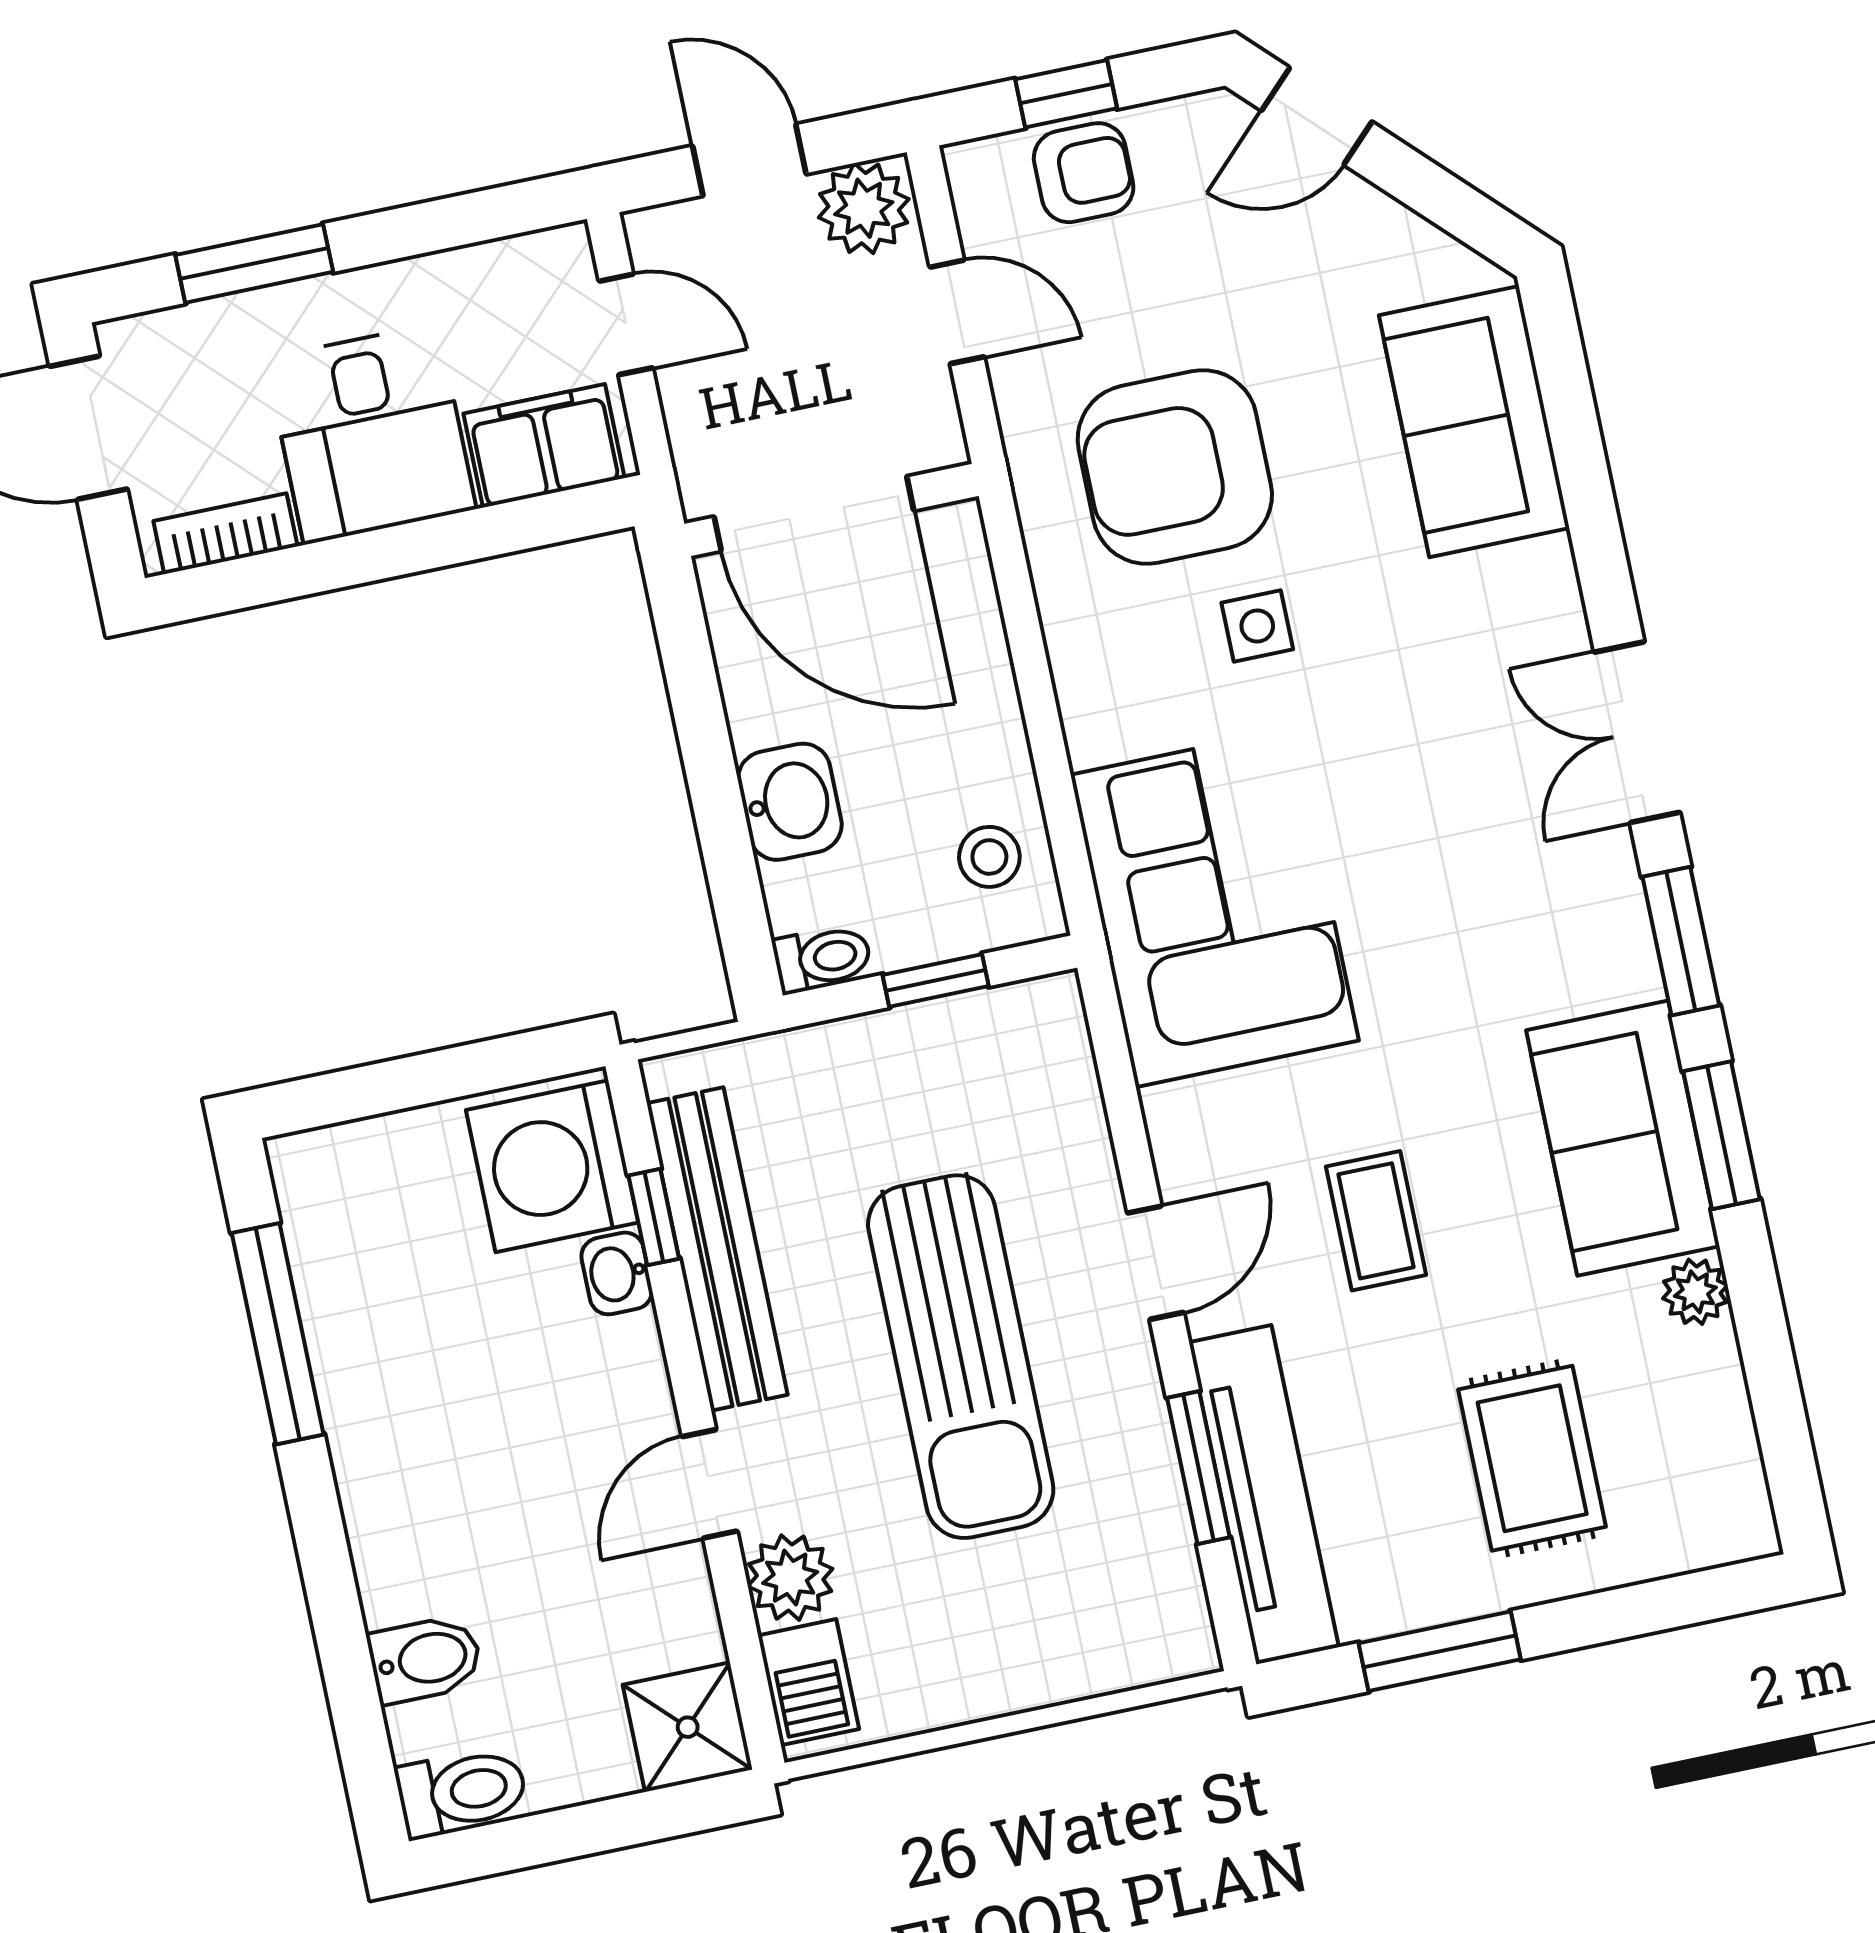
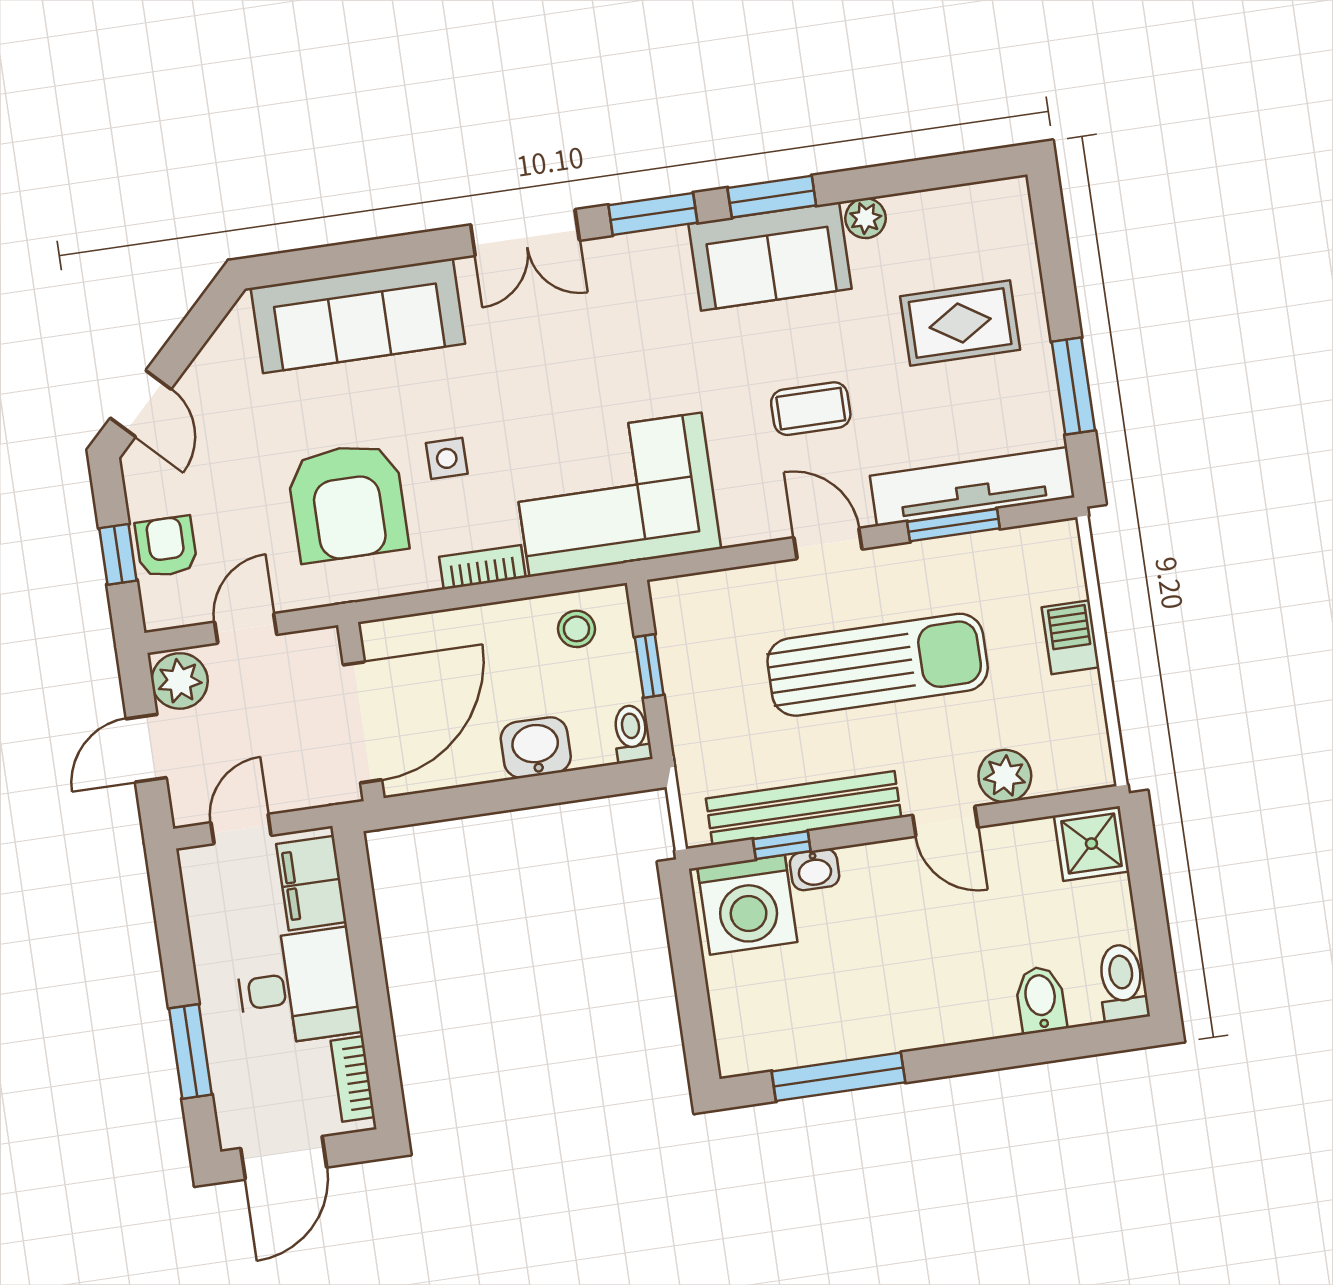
sofa: (1474, 422) -> (358, 316), width x1.36
bookcase: (1082, 696) -> (482, 567), added
barbecue: (808, 1682) -> (1071, 637), moved, turned -90

